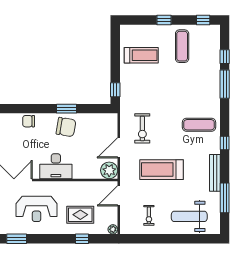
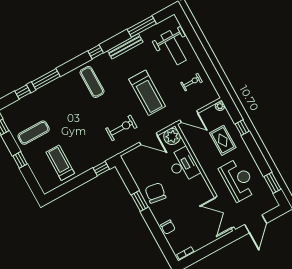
desk: (56, 166) -> (183, 165), moved

